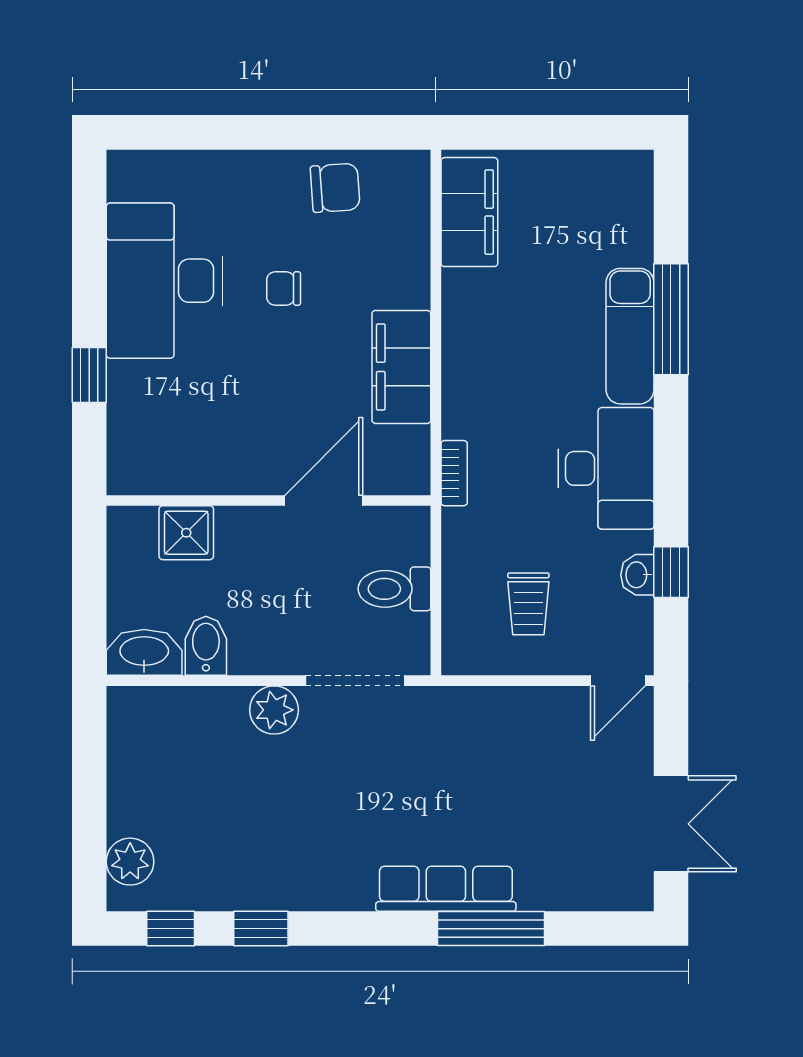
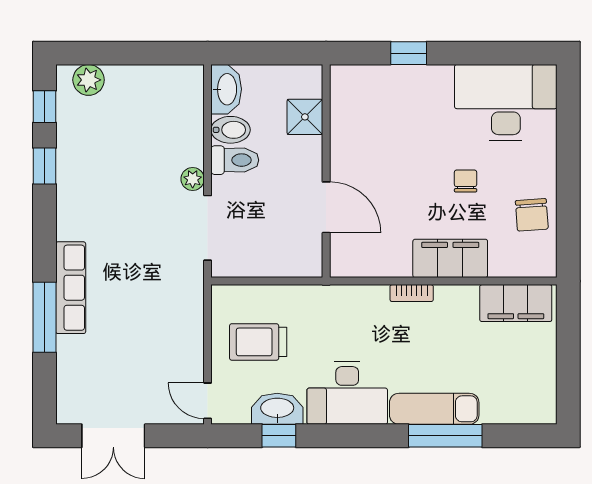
desk: (165, 281) -> (506, 103), moved
filing cabinet: (401, 367) -> (450, 258), moved
bookcase: (454, 473) -> (412, 293), moved
washbasin: (637, 575) -> (277, 409), width x1.91, depth x1.45
toilet: (394, 589) -> (235, 160), moved, turned 90
trolley: (528, 604) -> (258, 342), width x1.36, depth x1.39
plant: (274, 710) -> (193, 179), width x0.73, depth x0.73

